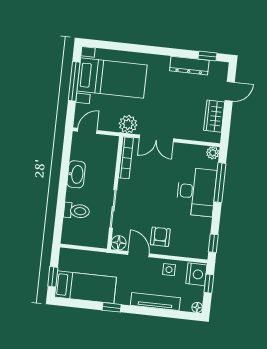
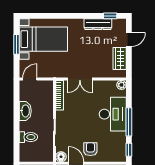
window: (74, 81) -> (16, 44), width x0.69
plant: (128, 124) -> (58, 71), removed
window: (220, 183) -> (129, 122), moved

